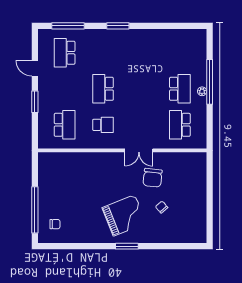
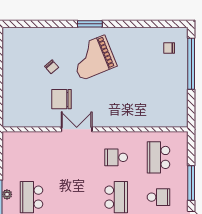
window: (35, 102) -> (191, 183), width x1.44
school desk: (180, 125) -> (158, 197), moved, width x0.54
chair: (153, 178) -> (62, 99), turned -96

